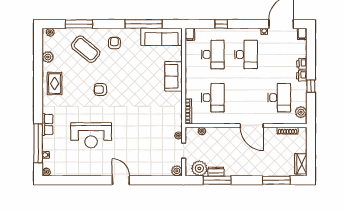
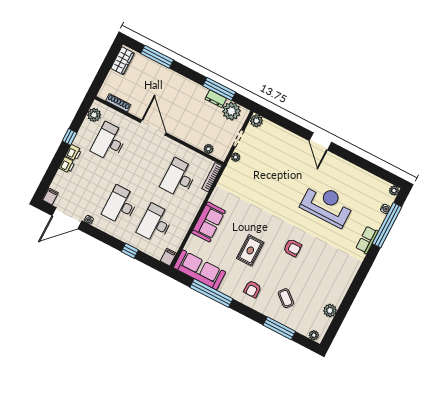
coffee table: (86, 49) -> (286, 298), width x0.54, depth x0.58
rug: (55, 84) -> (250, 250), moved

